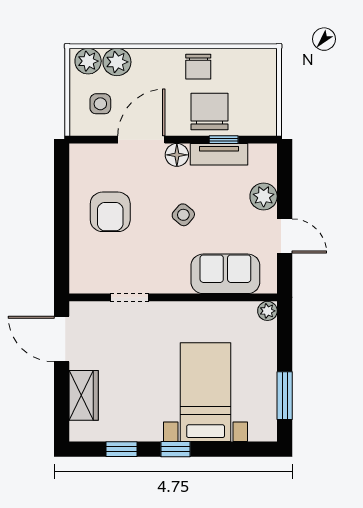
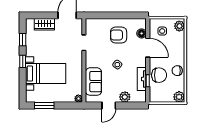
plant: (117, 62) -> (179, 97), moved
floor lamp: (177, 155) -> (142, 33), moved

